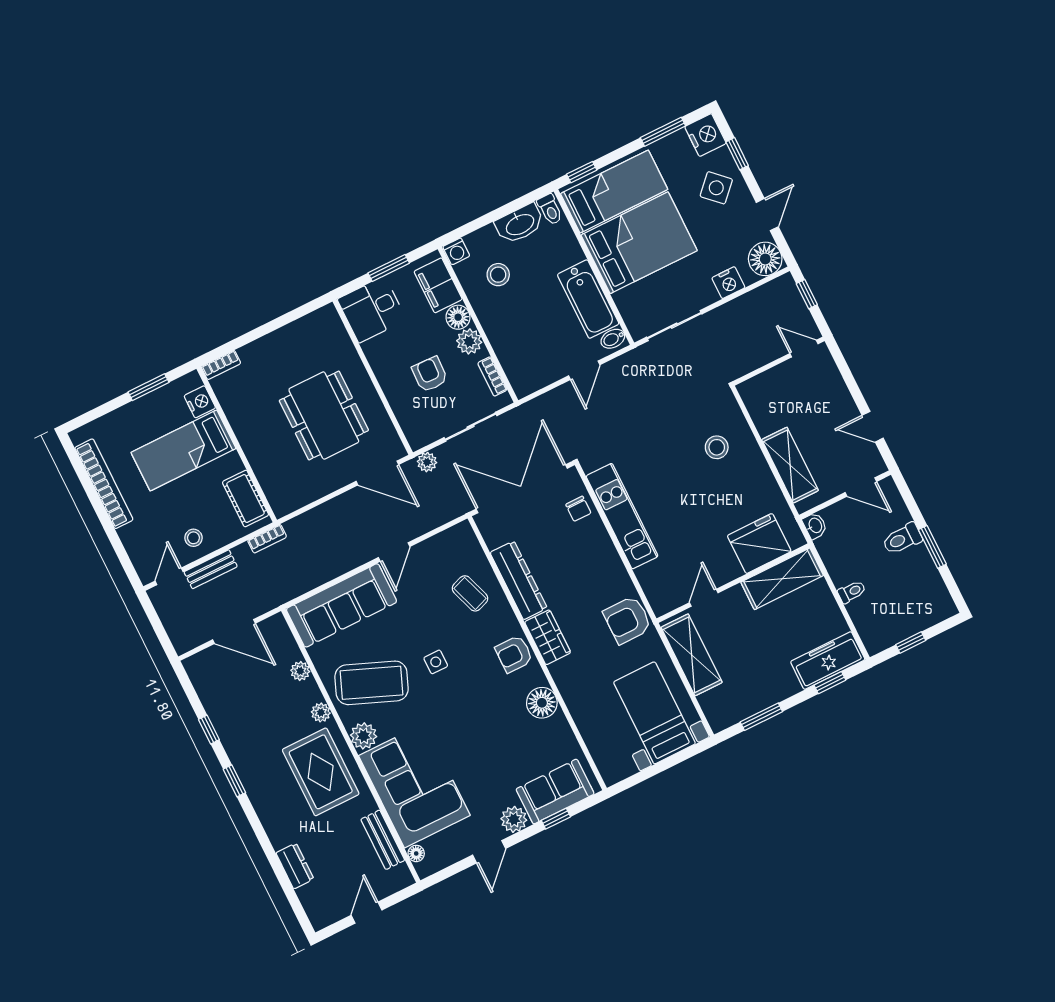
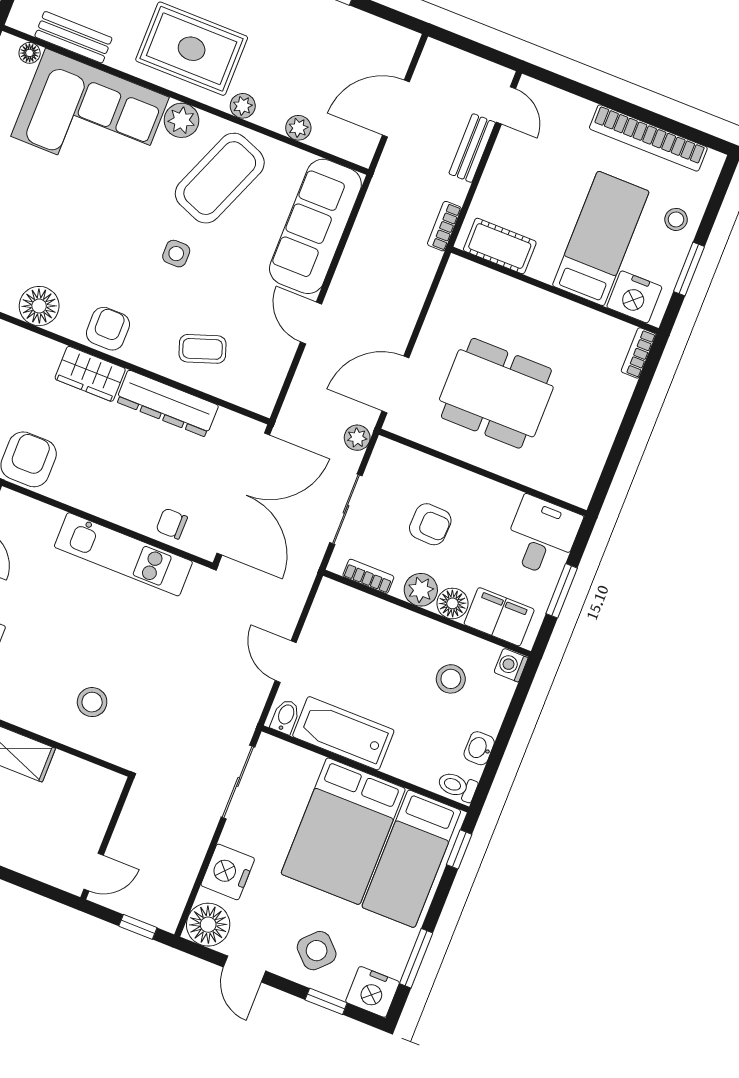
washbasin: (520, 224) -> (479, 748), width x0.52, depth x0.69
nightstand: (728, 283) -> (228, 872), width x1.36, depth x1.33
nightstand: (200, 402) -> (634, 297), width x1.36, depth x1.33
stool: (193, 538) -> (676, 219), moved

